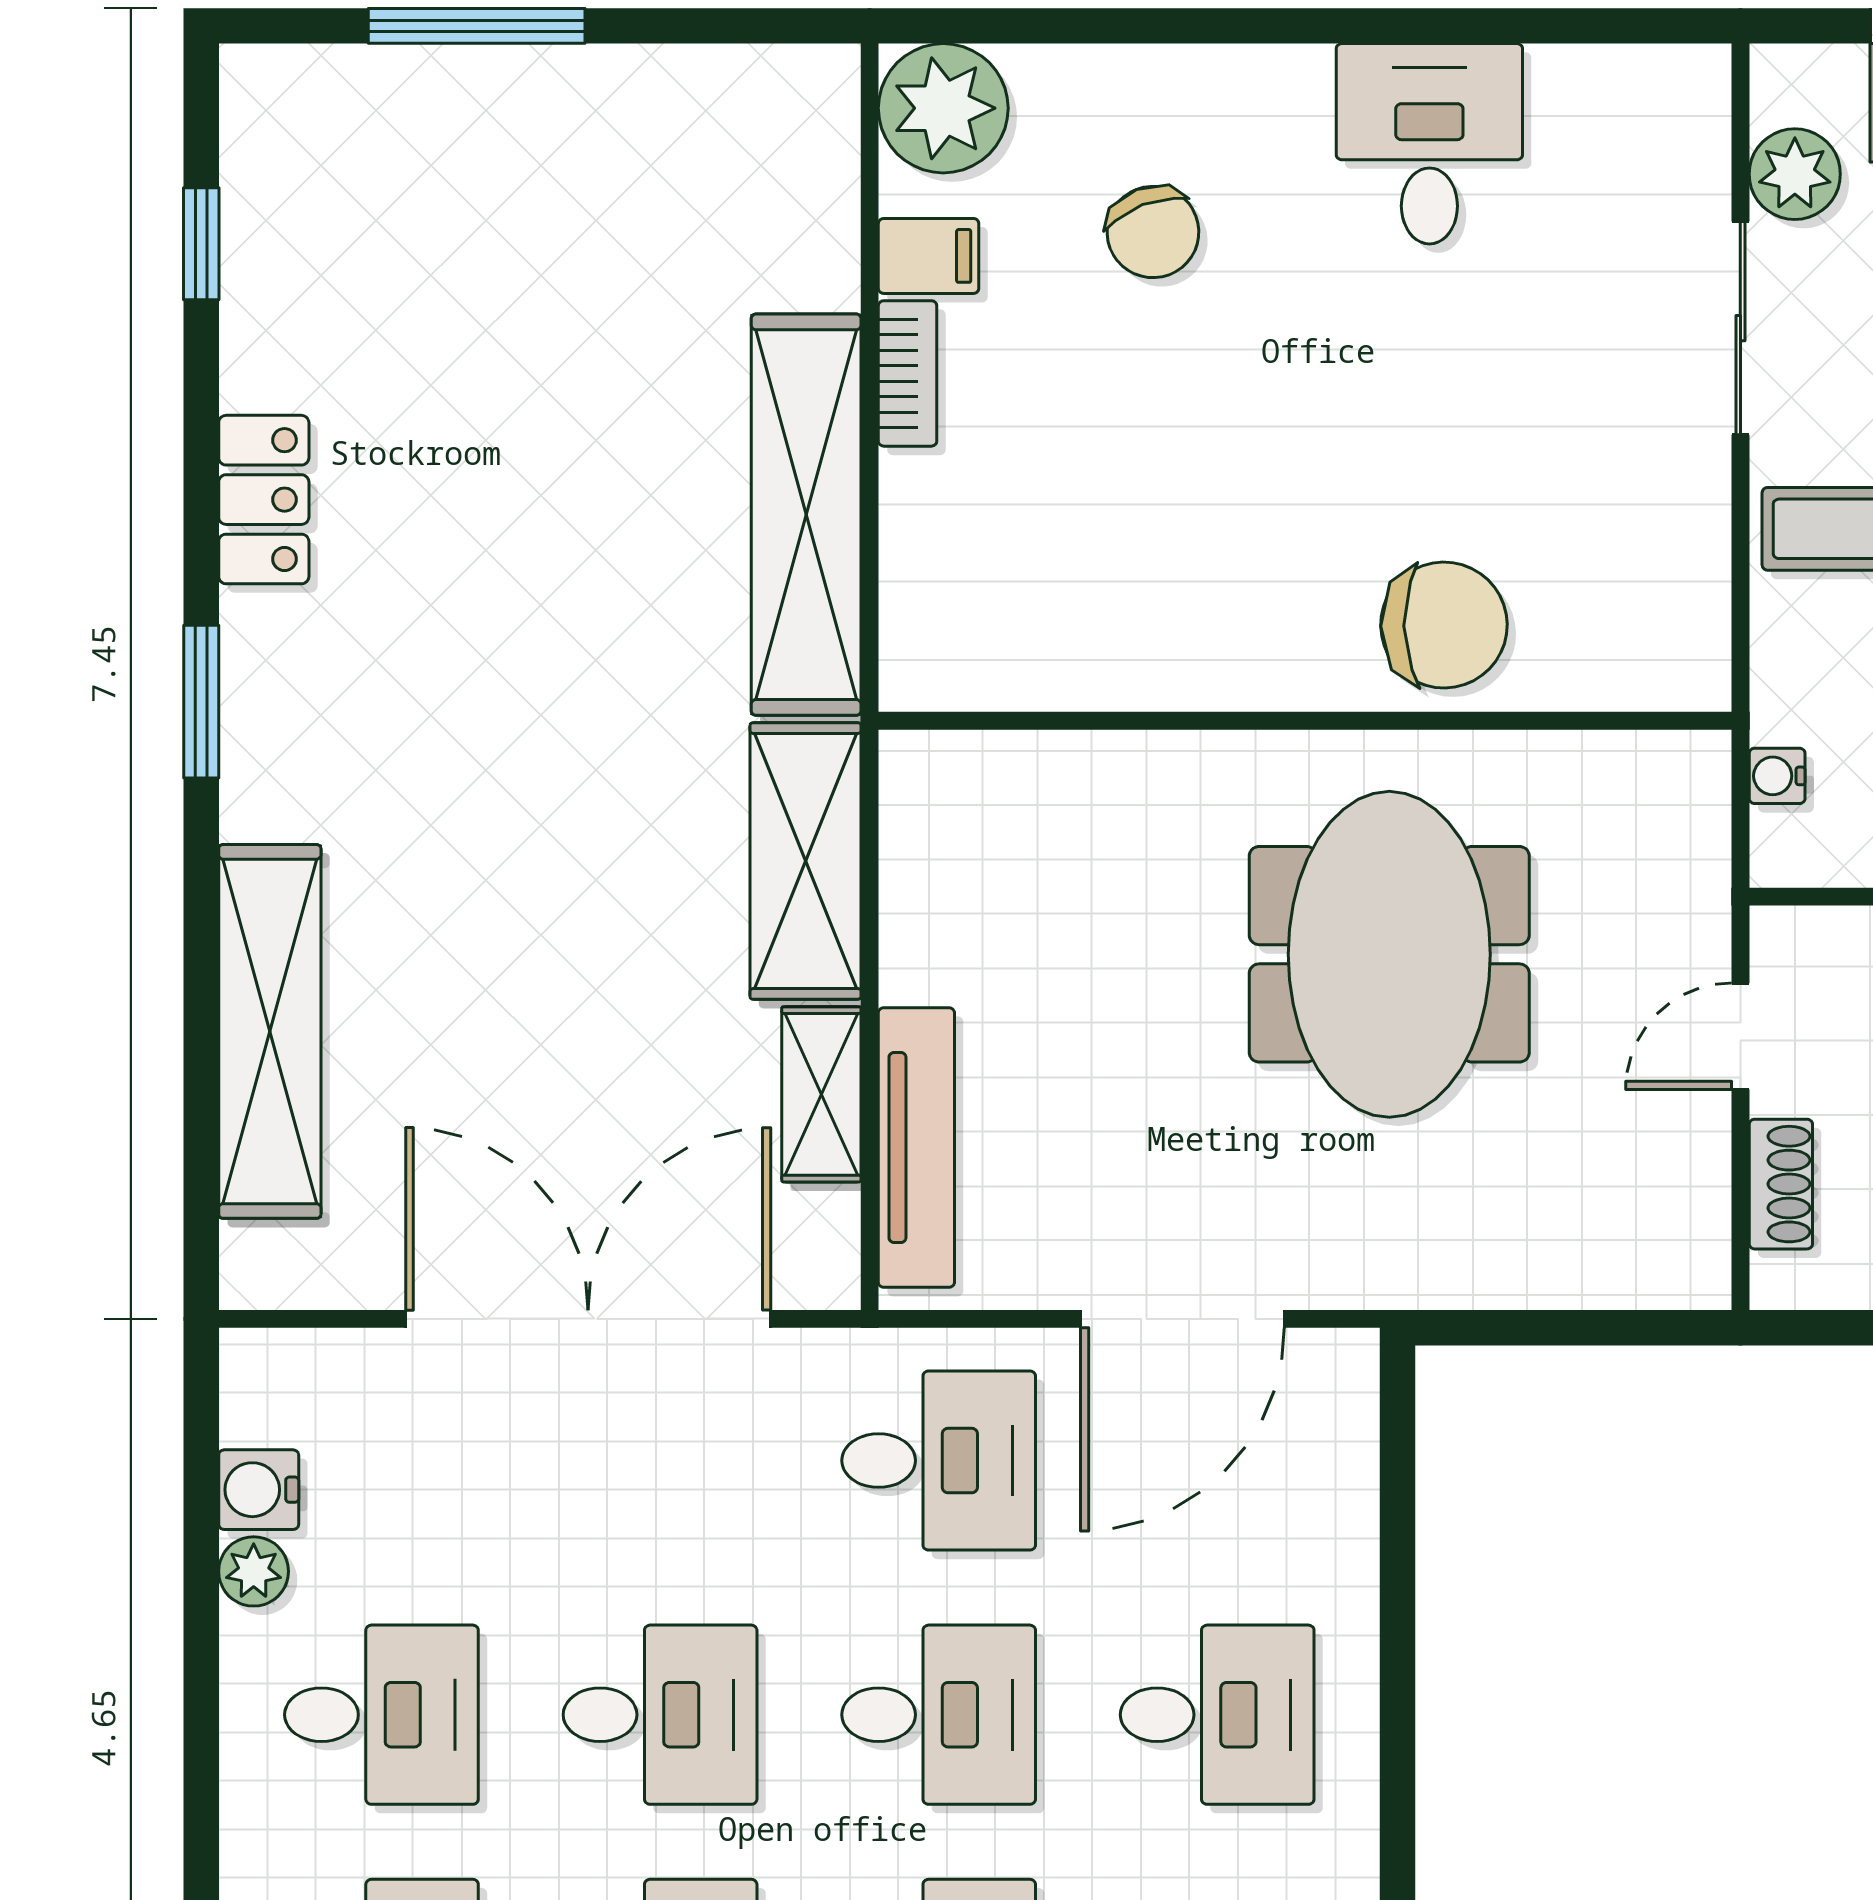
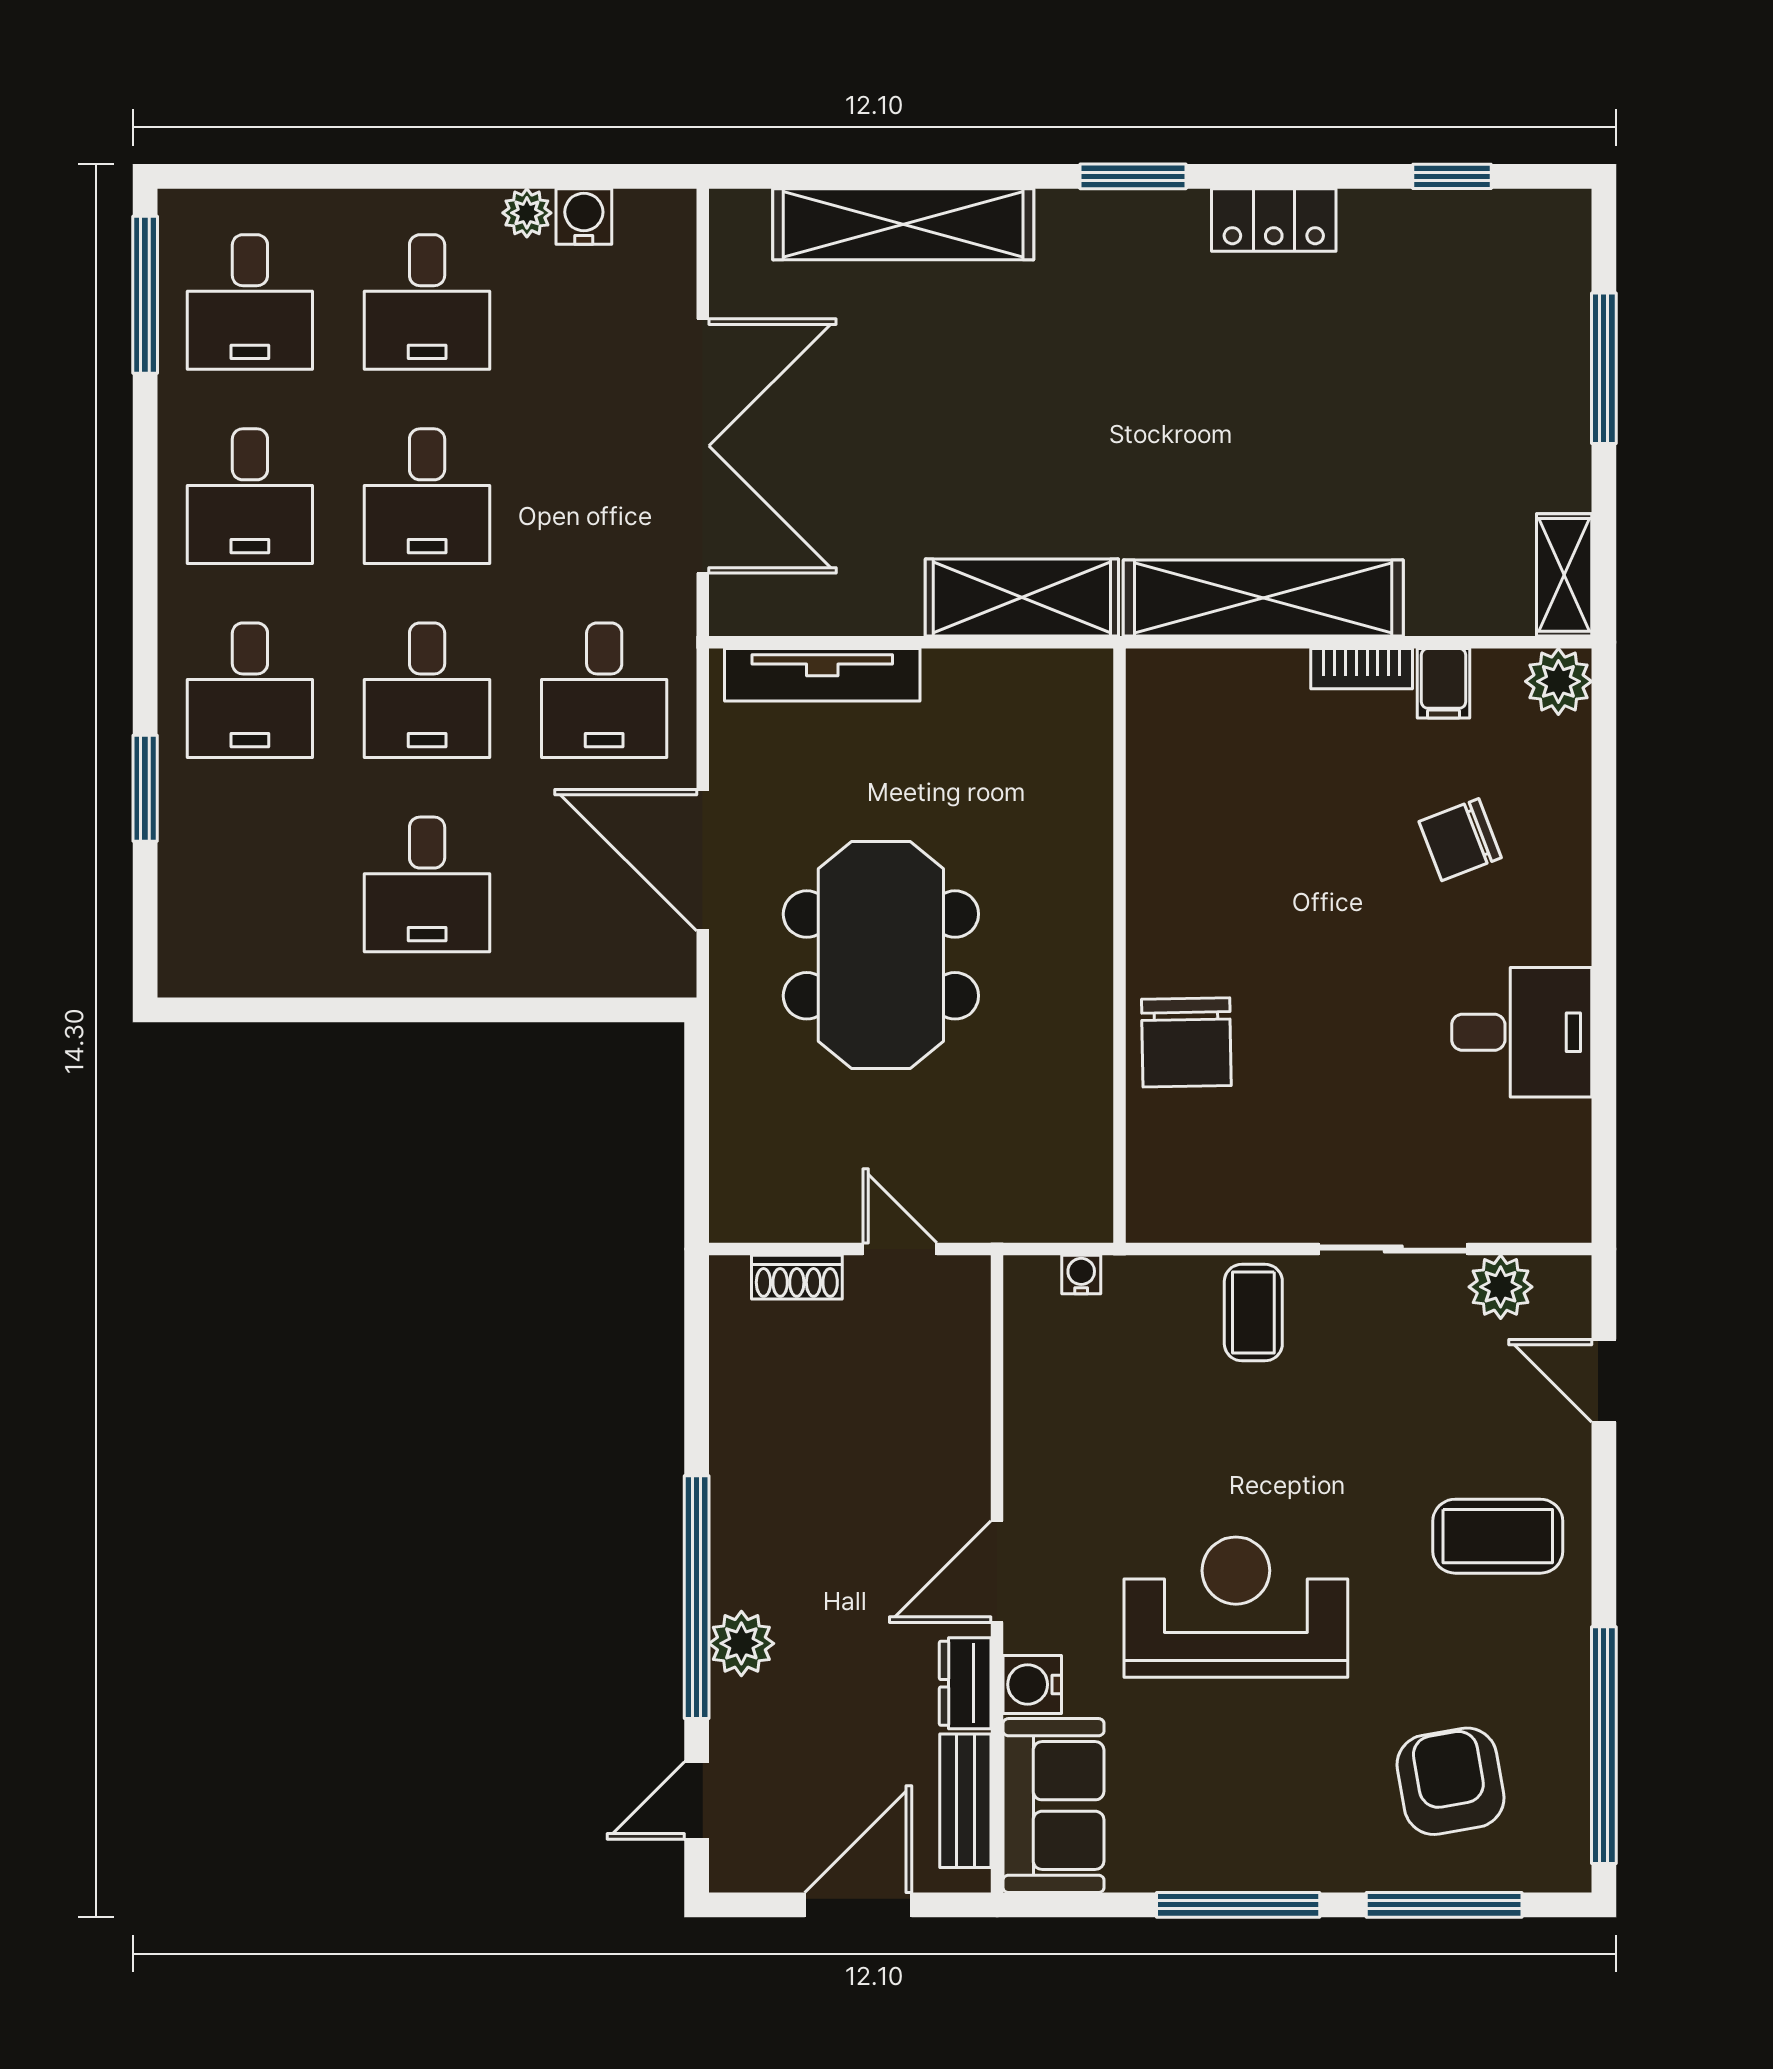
plant: (943, 108) -> (1558, 681), width x0.73, depth x0.73
meeting table: (1389, 954) -> (881, 955), moved, turned 90
shelving: (821, 1094) -> (1564, 575), moved, turned 90

